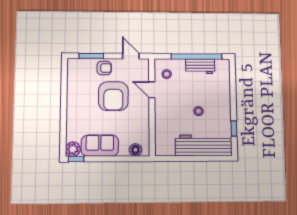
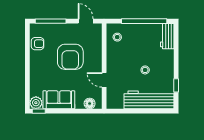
window: (91, 56) -> (51, 21), width x1.44
workbench: (200, 66) -> (167, 36), moved, turned 90
armchair: (104, 68) -> (38, 44), moved
door: (152, 90) -> (104, 80), moved

